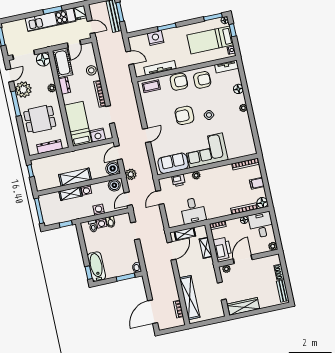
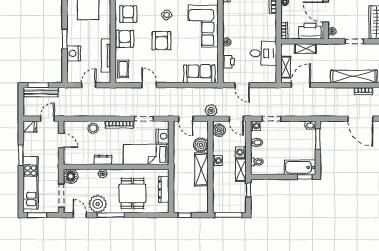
kitchen unit: (50, 20) -> (31, 183), moved
cot: (63, 63) -> (78, 157), removed
door: (146, 135) -> (149, 85), moved
sofa: (173, 163) -> (199, 74), moved, turned 90
boiler: (113, 168) -> (201, 145), moved
shelving: (70, 194) -> (241, 170), moved
washing machine: (101, 223) -> (255, 126), moved
door: (171, 251) -> (301, 85), hinge flipped

